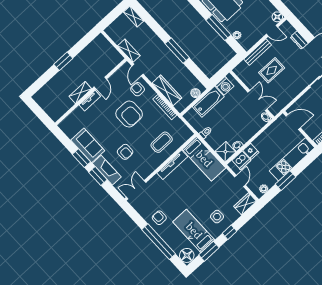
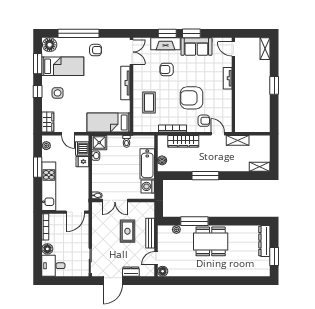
door: (100, 83) -> (233, 49), moved
shelving: (80, 93) -> (265, 49), moved
tv unit: (172, 165) -> (125, 83), moved

